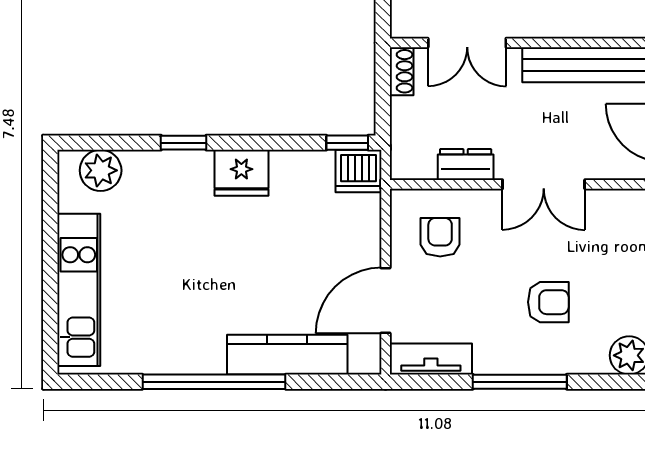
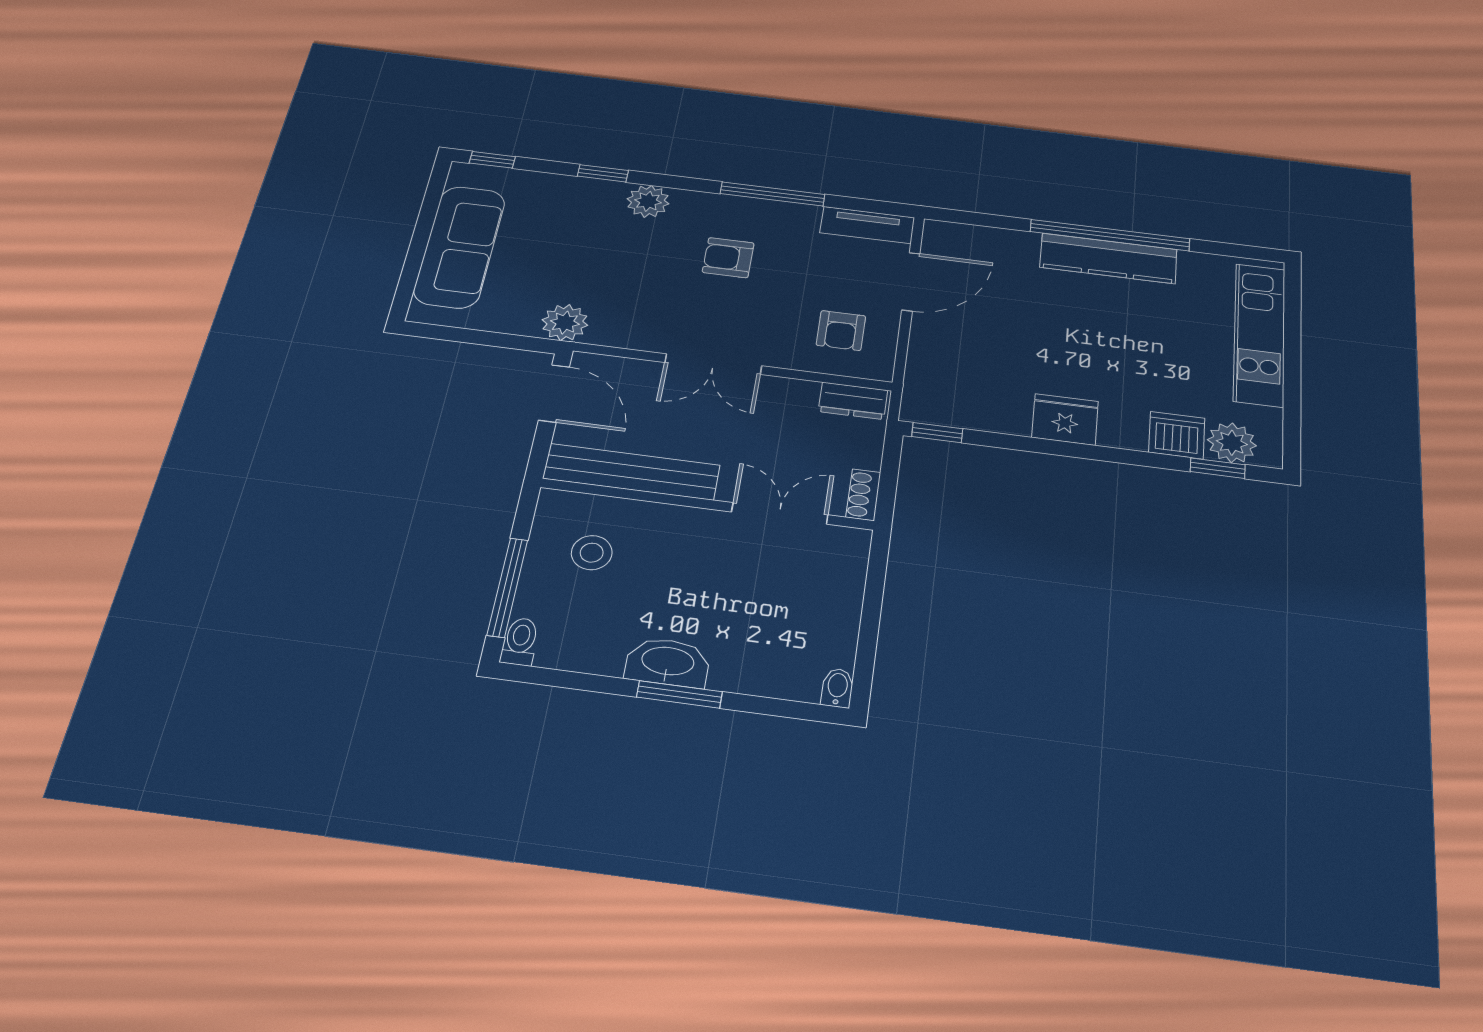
window: (184, 143) -> (1218, 468), moved
dresser: (466, 164) -> (853, 401), moved
dishwasher: (358, 171) -> (1177, 435), moved
double door: (544, 184) -> (713, 364), swing flipped
kitchen counter: (287, 355) -> (1108, 258), moved

